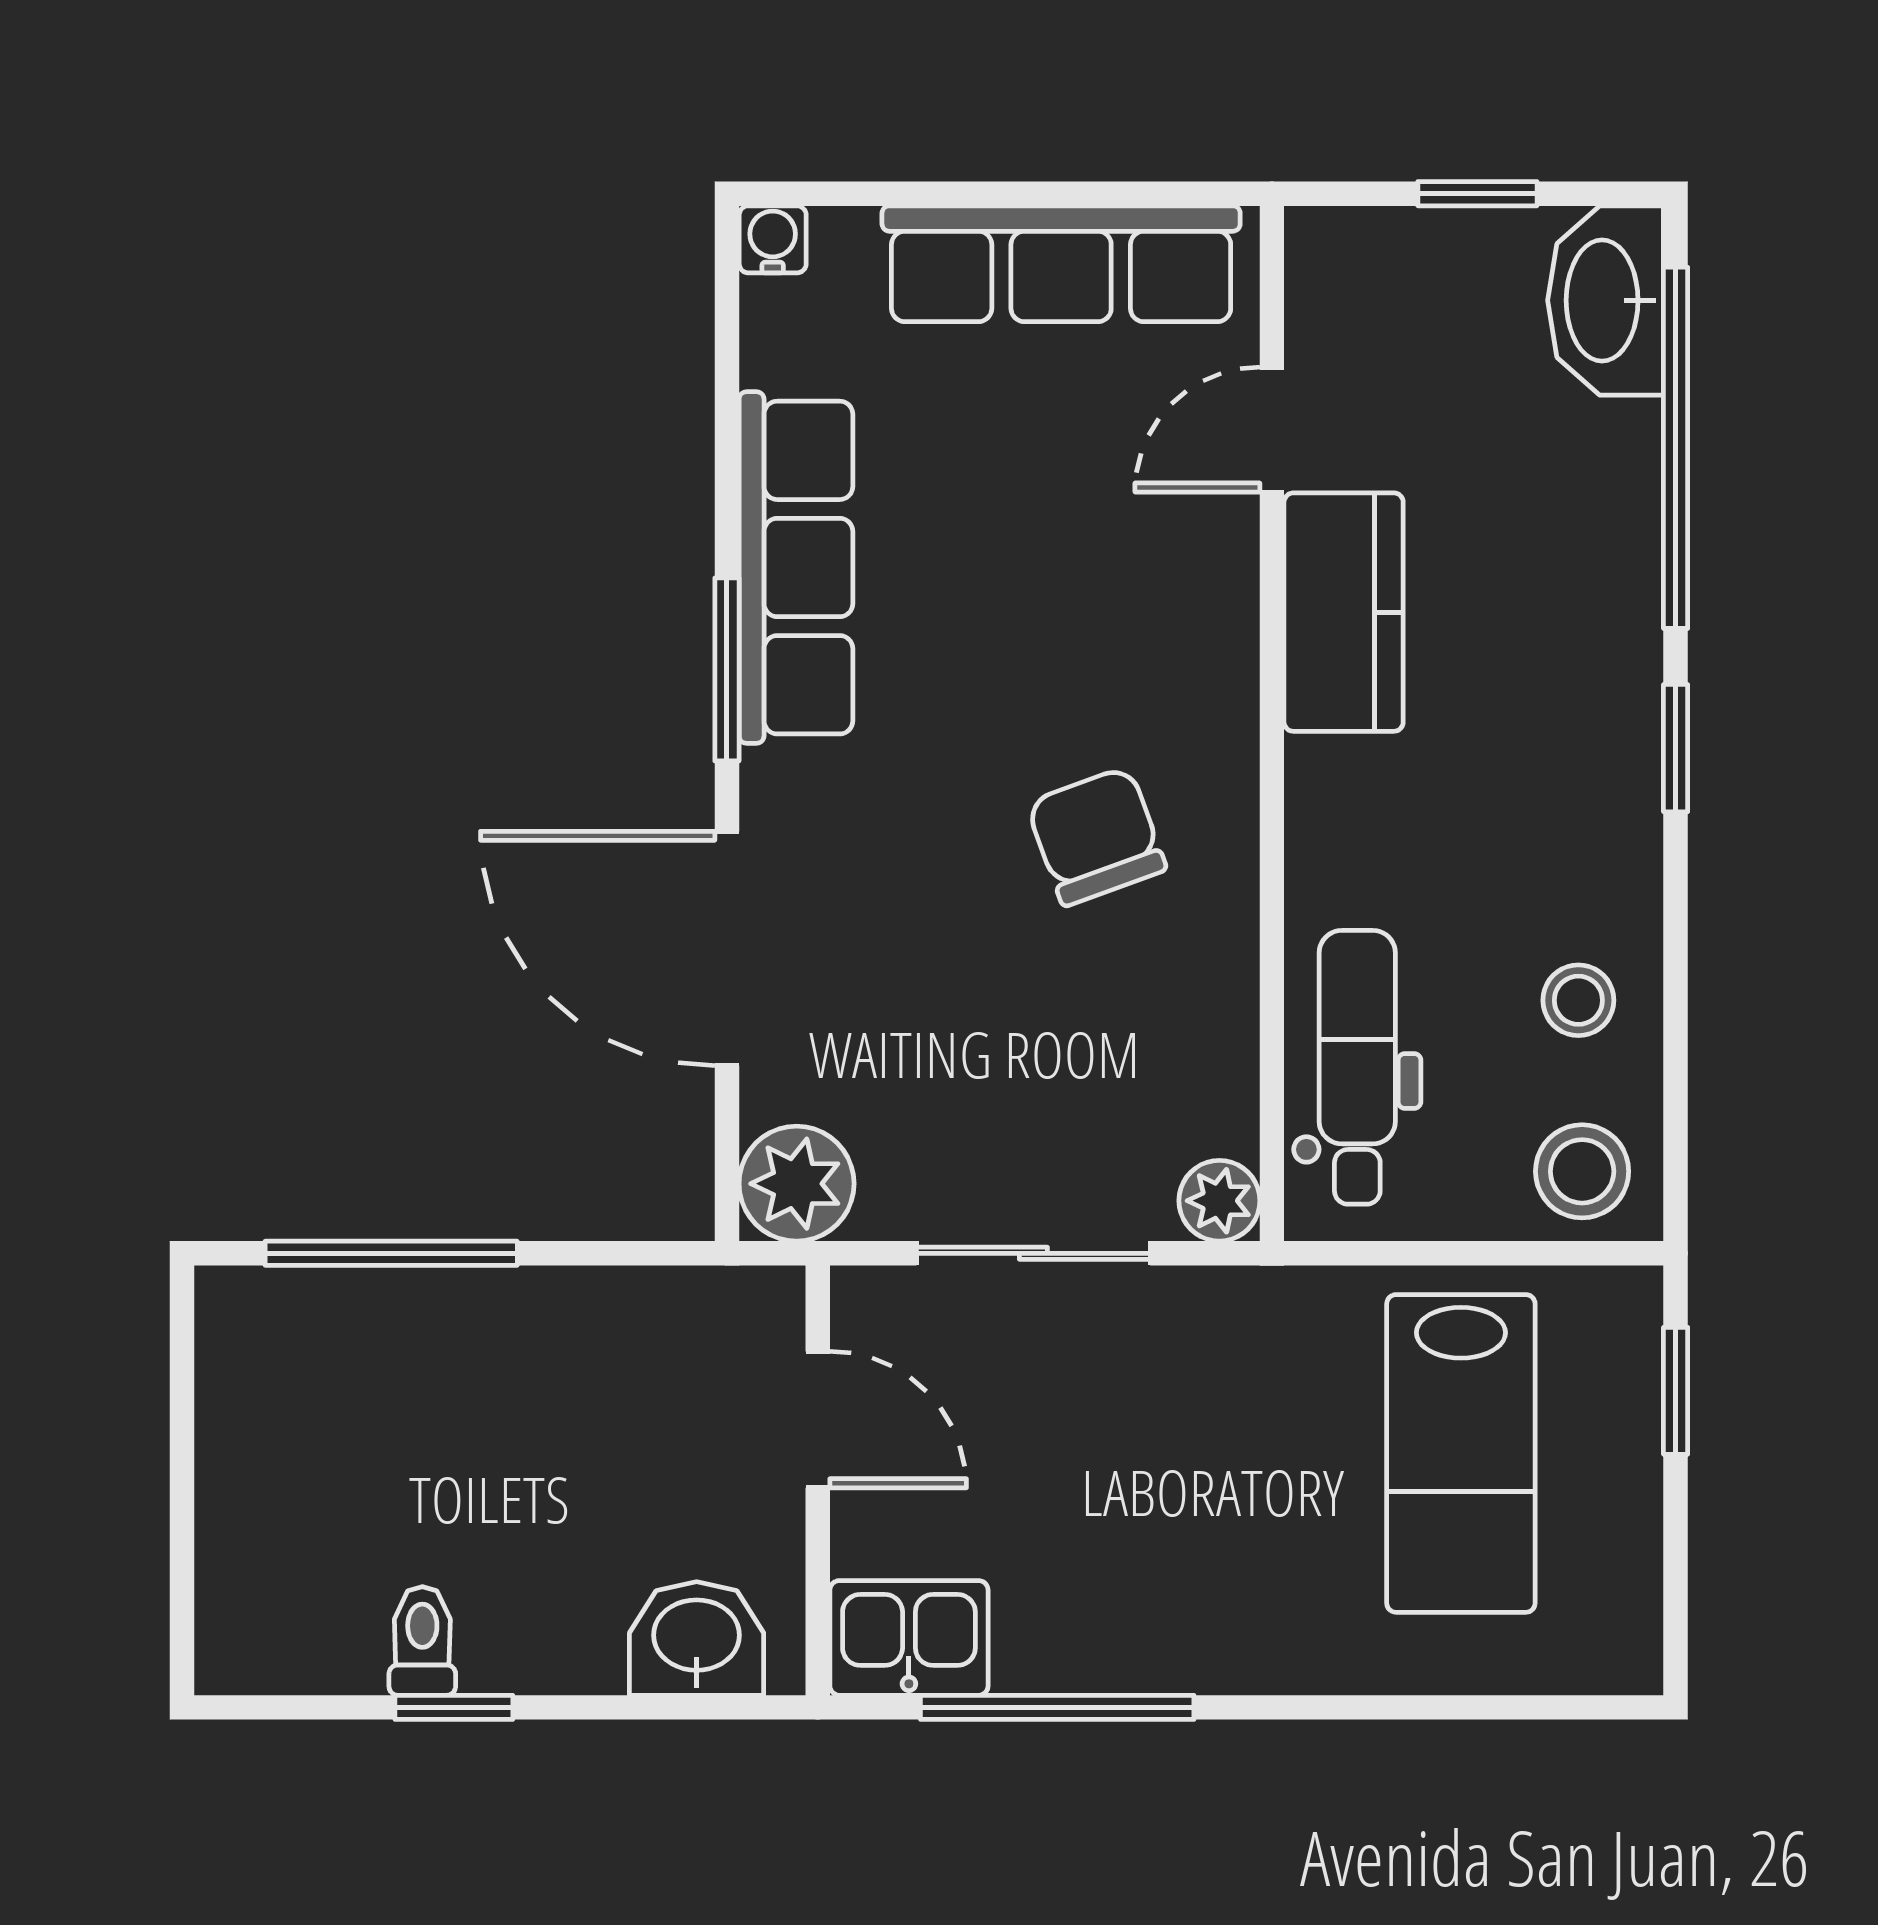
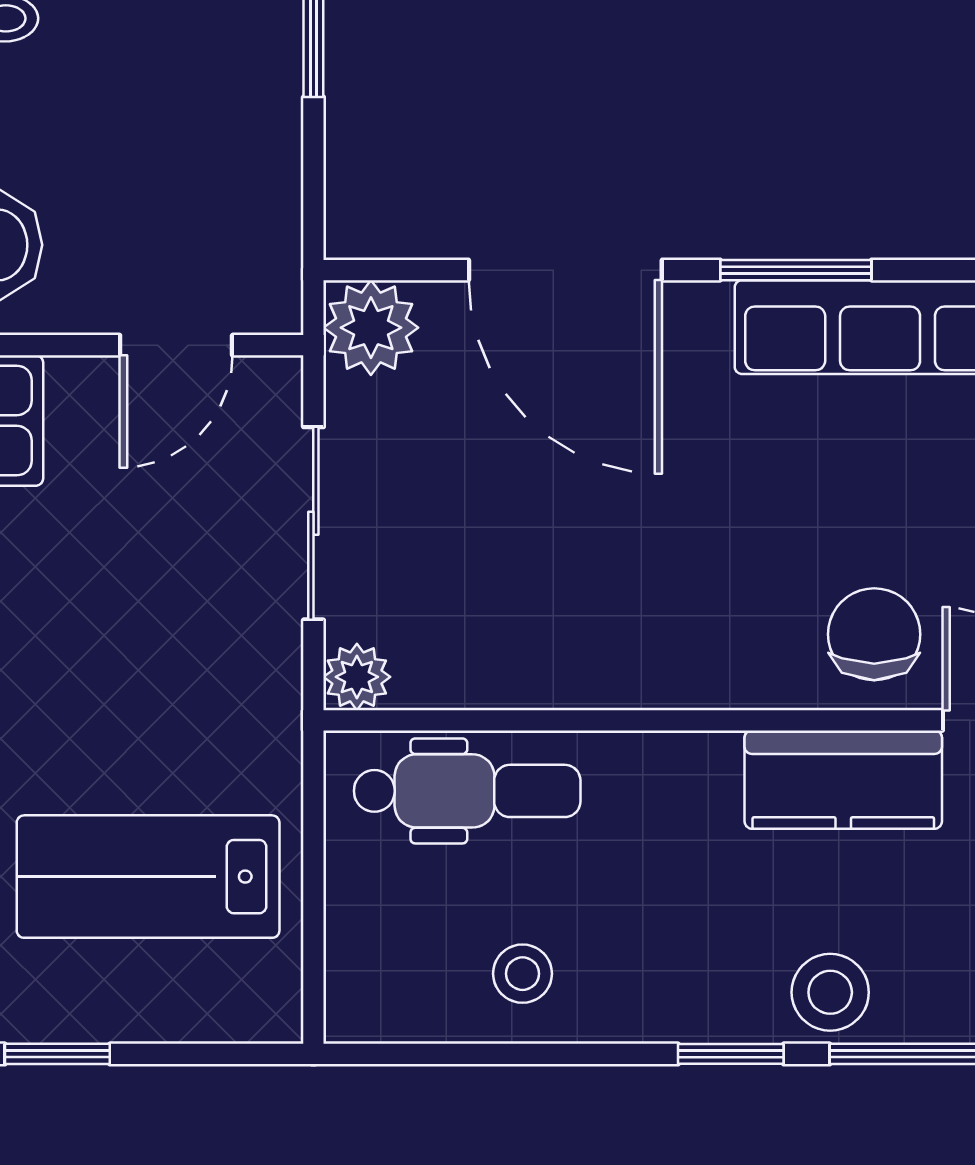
chair: (1096, 836) -> (874, 634), moved, turned -70
door: (727, 948) -> (565, 270), swing flipped
stool: (1582, 1171) -> (830, 992), moved
window: (1676, 1391) -> (57, 1054), moved

